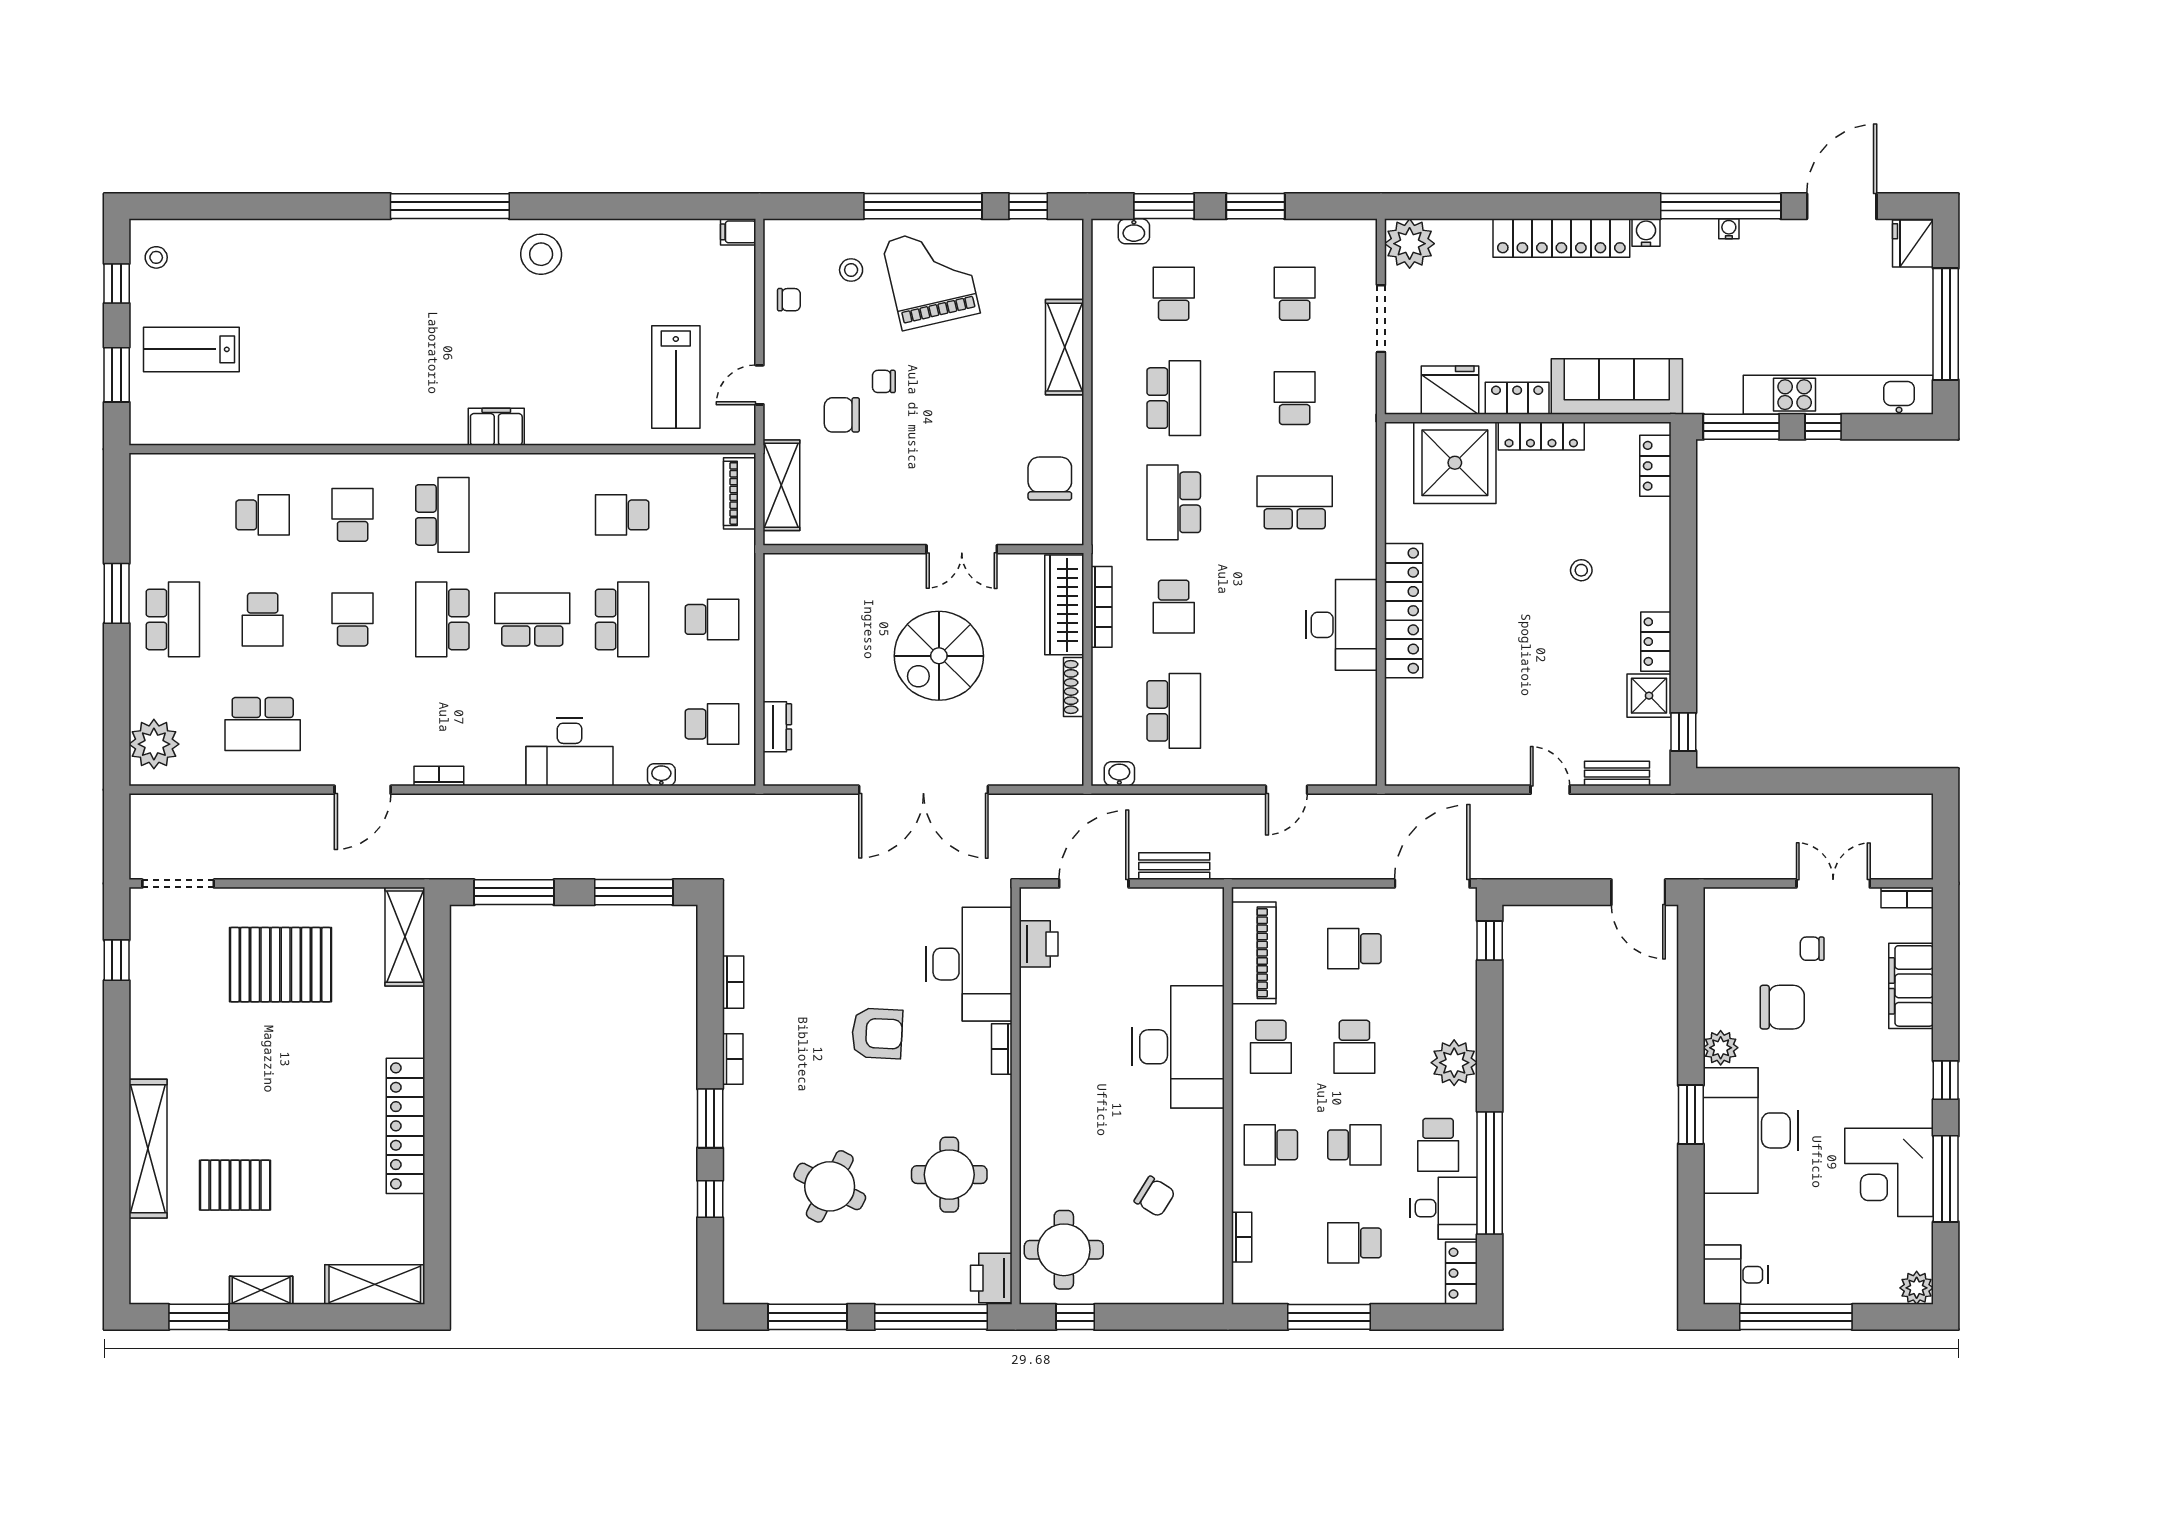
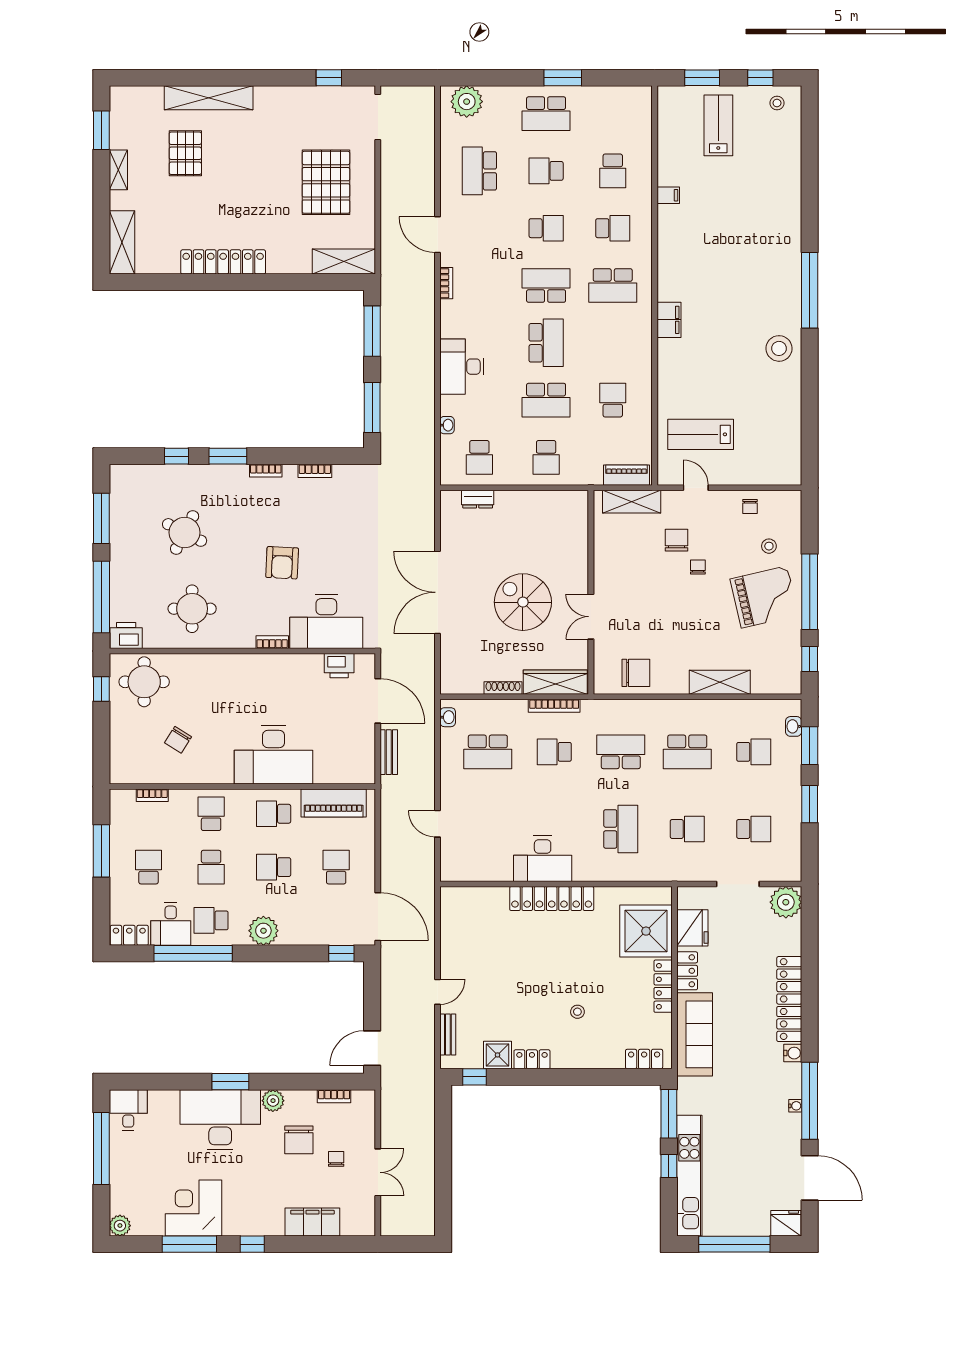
filing cabinet: (738, 232) -> (668, 195), moved, turned 90
bookcase: (1907, 898) -> (334, 1096), moved, turned -90

